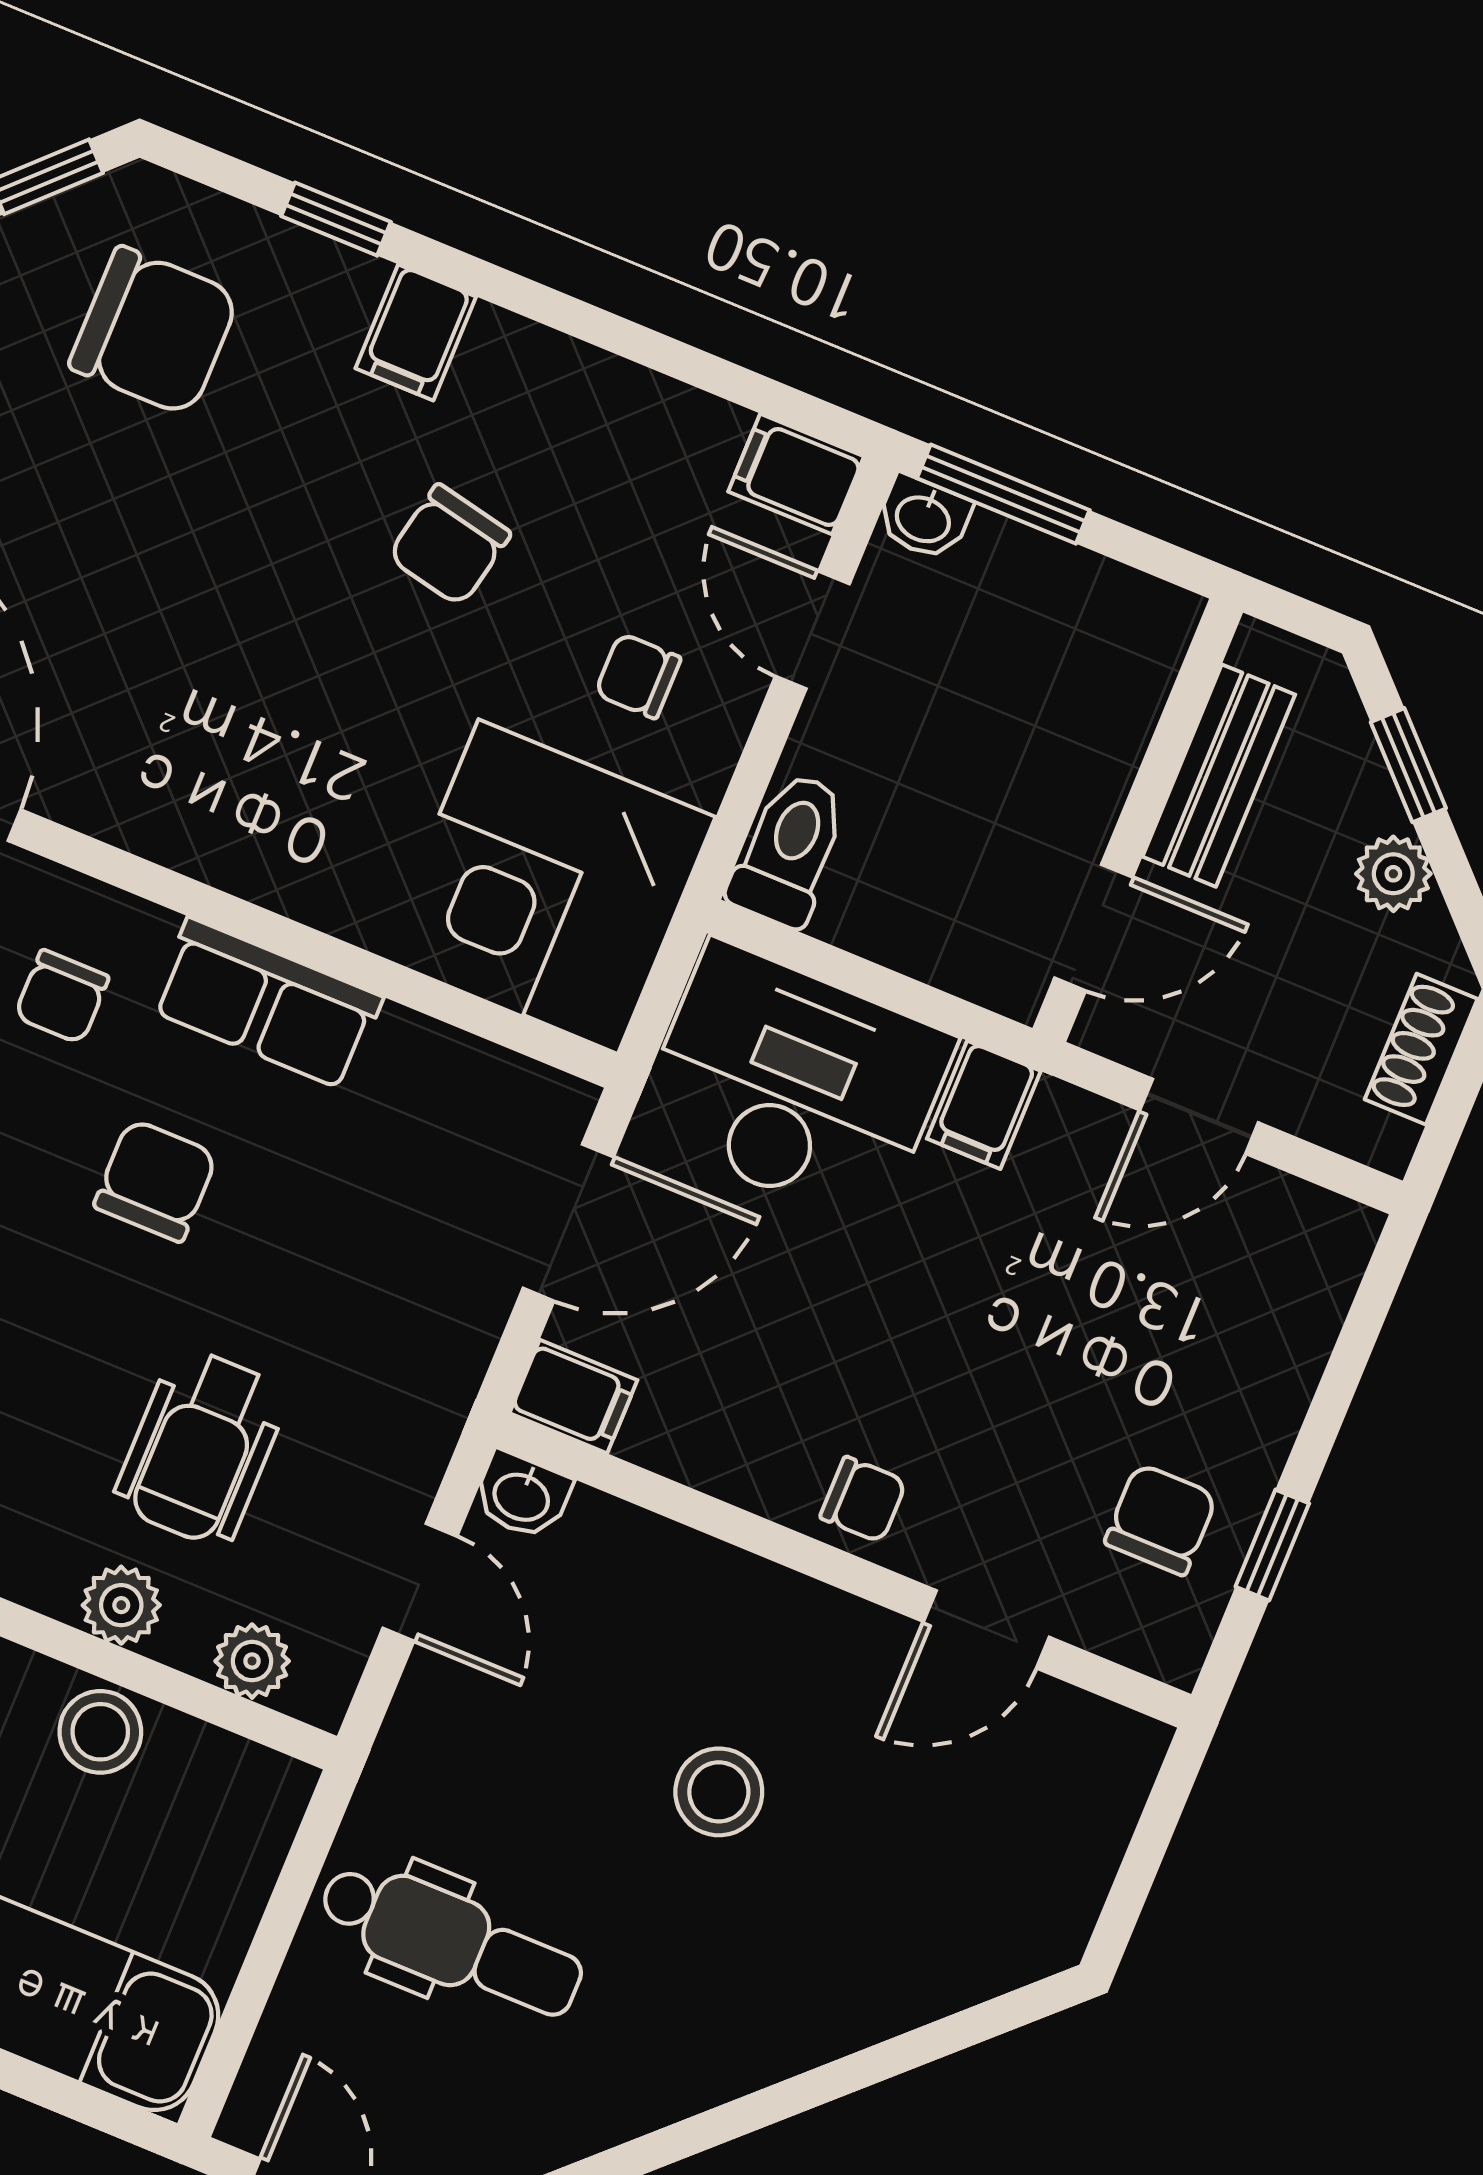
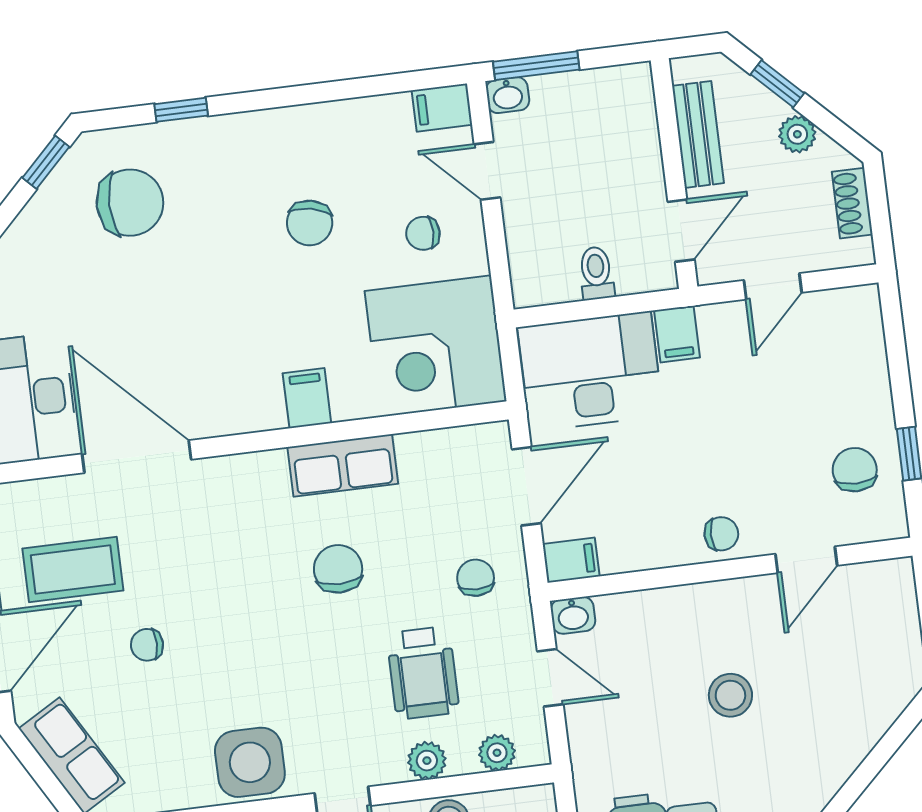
filing cabinet: (416, 332) -> (307, 398), moved, turned 180
toilet: (789, 849) -> (596, 273), moved, width x0.73, depth x0.72
chair: (62, 997) -> (476, 578), moved, turned 180

